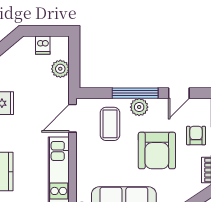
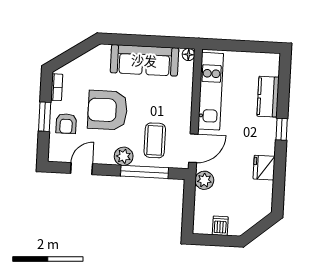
plant: (60, 69) -> (204, 180), moved
window: (135, 93) -> (145, 172), moved
armchair: (157, 151) -> (108, 110), turned -90

